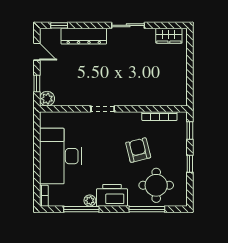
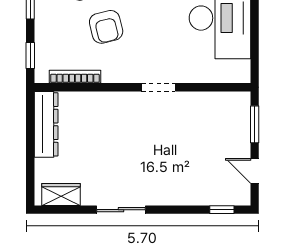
dresser: (84, 36) -> (46, 124), moved, turned 90
window: (37, 83) -> (255, 124), width x1.50
plant: (47, 99) -> (240, 102), removed

